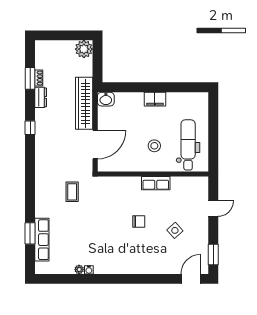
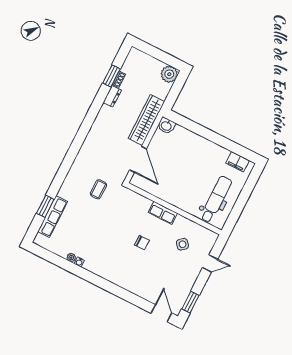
filing cabinet: (155, 99) -> (238, 162), moved
window: (30, 128) -> (90, 117), removed
door: (95, 145) -> (138, 159), hinge flipped
stool: (154, 146) -> (187, 186), removed
row of seats: (156, 183) -> (163, 213), moved
side table: (175, 230) -> (182, 244), moved
door: (191, 279) -> (161, 313), hinge flipped

